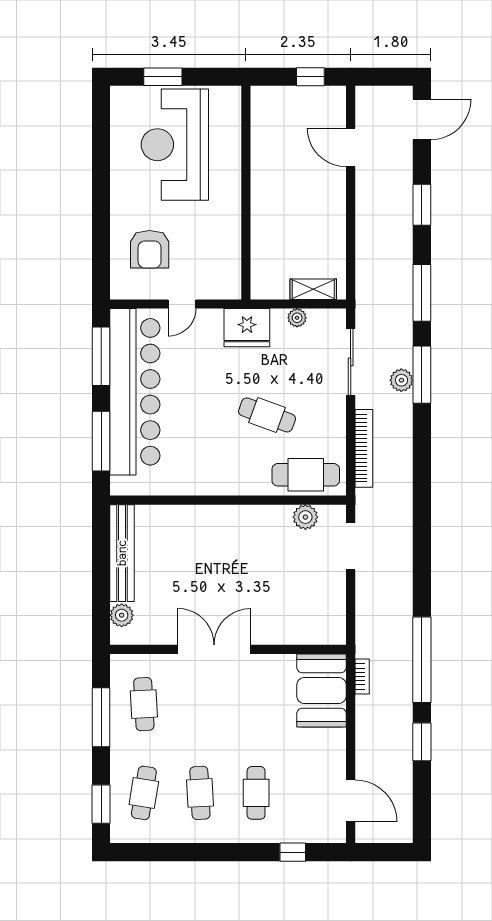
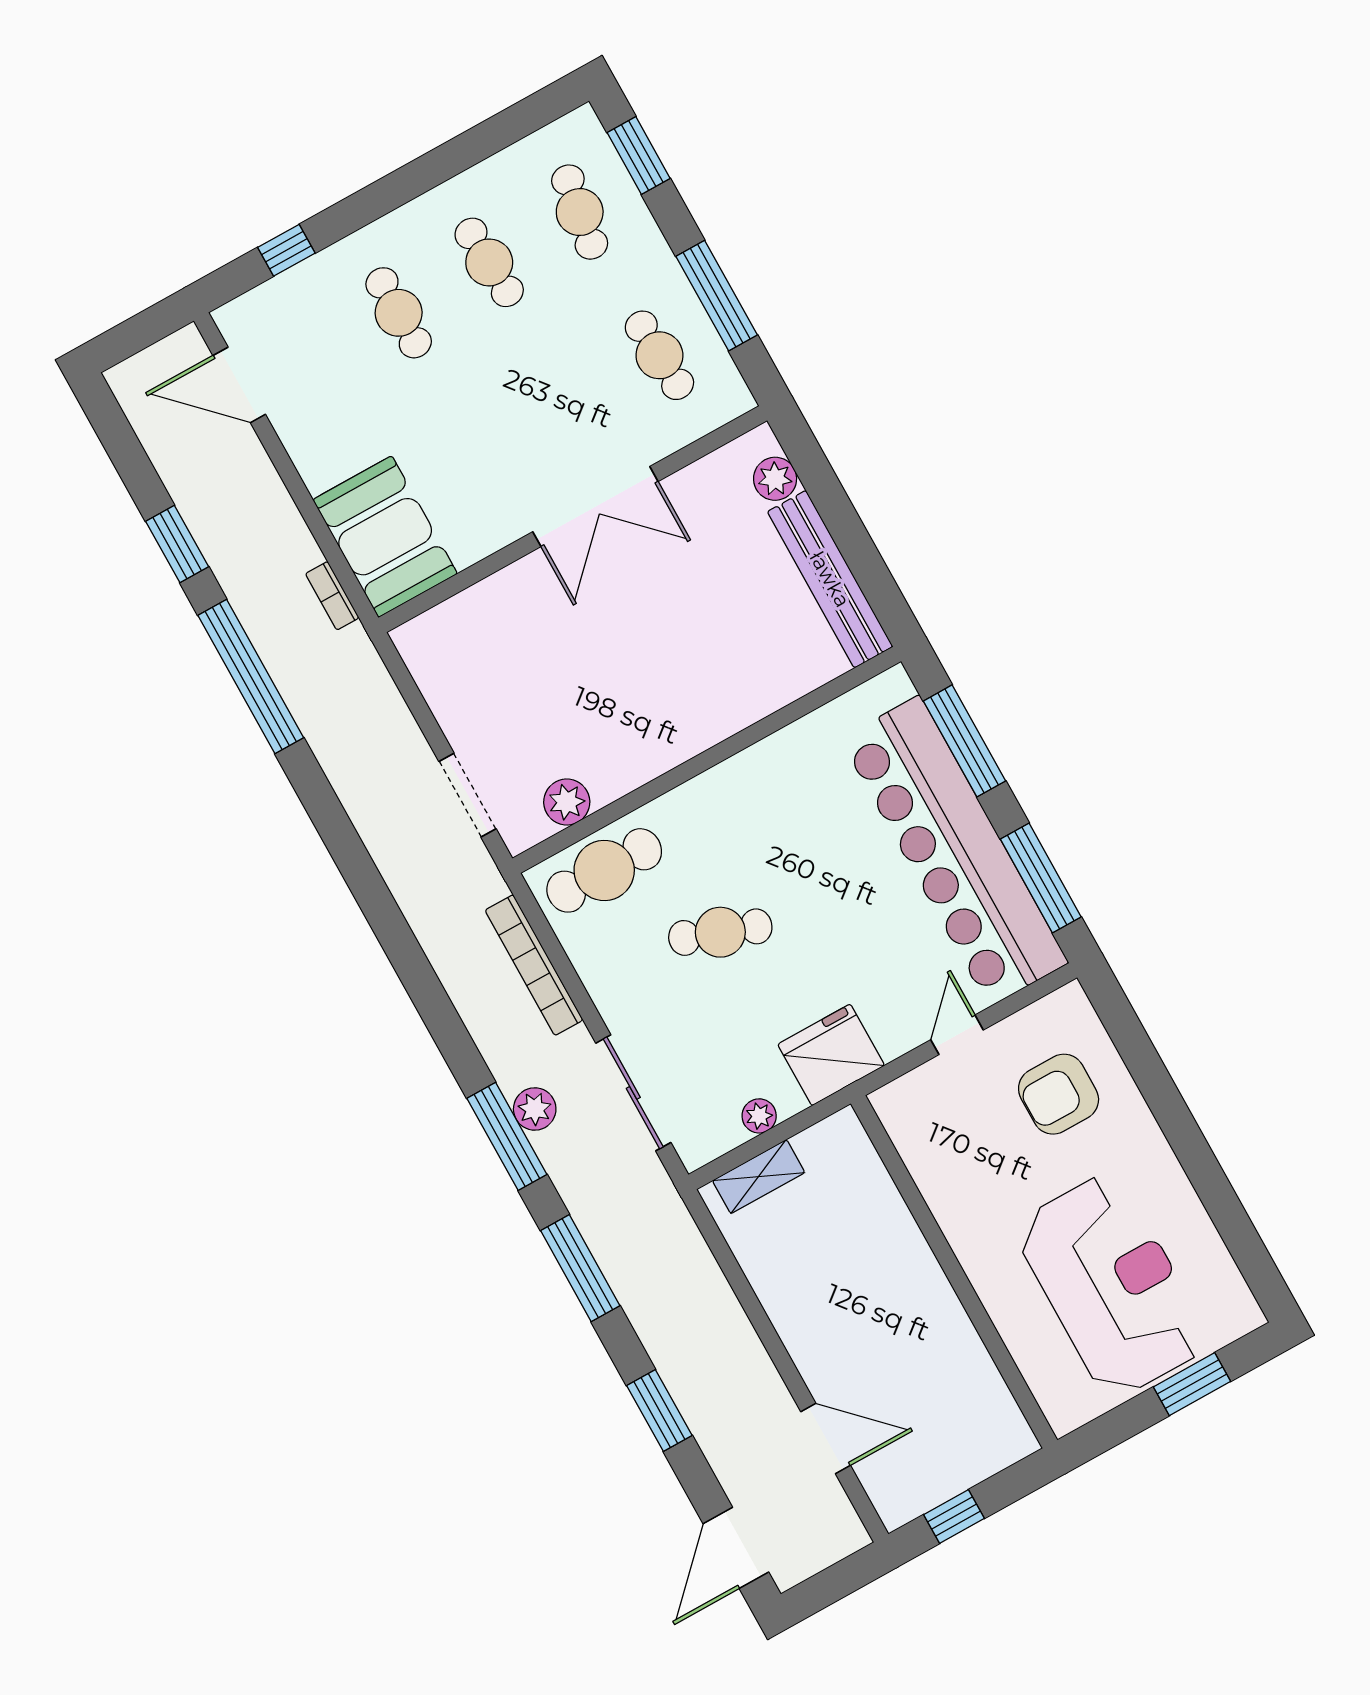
armchair: (150, 249) -> (1059, 1094), turned -90

